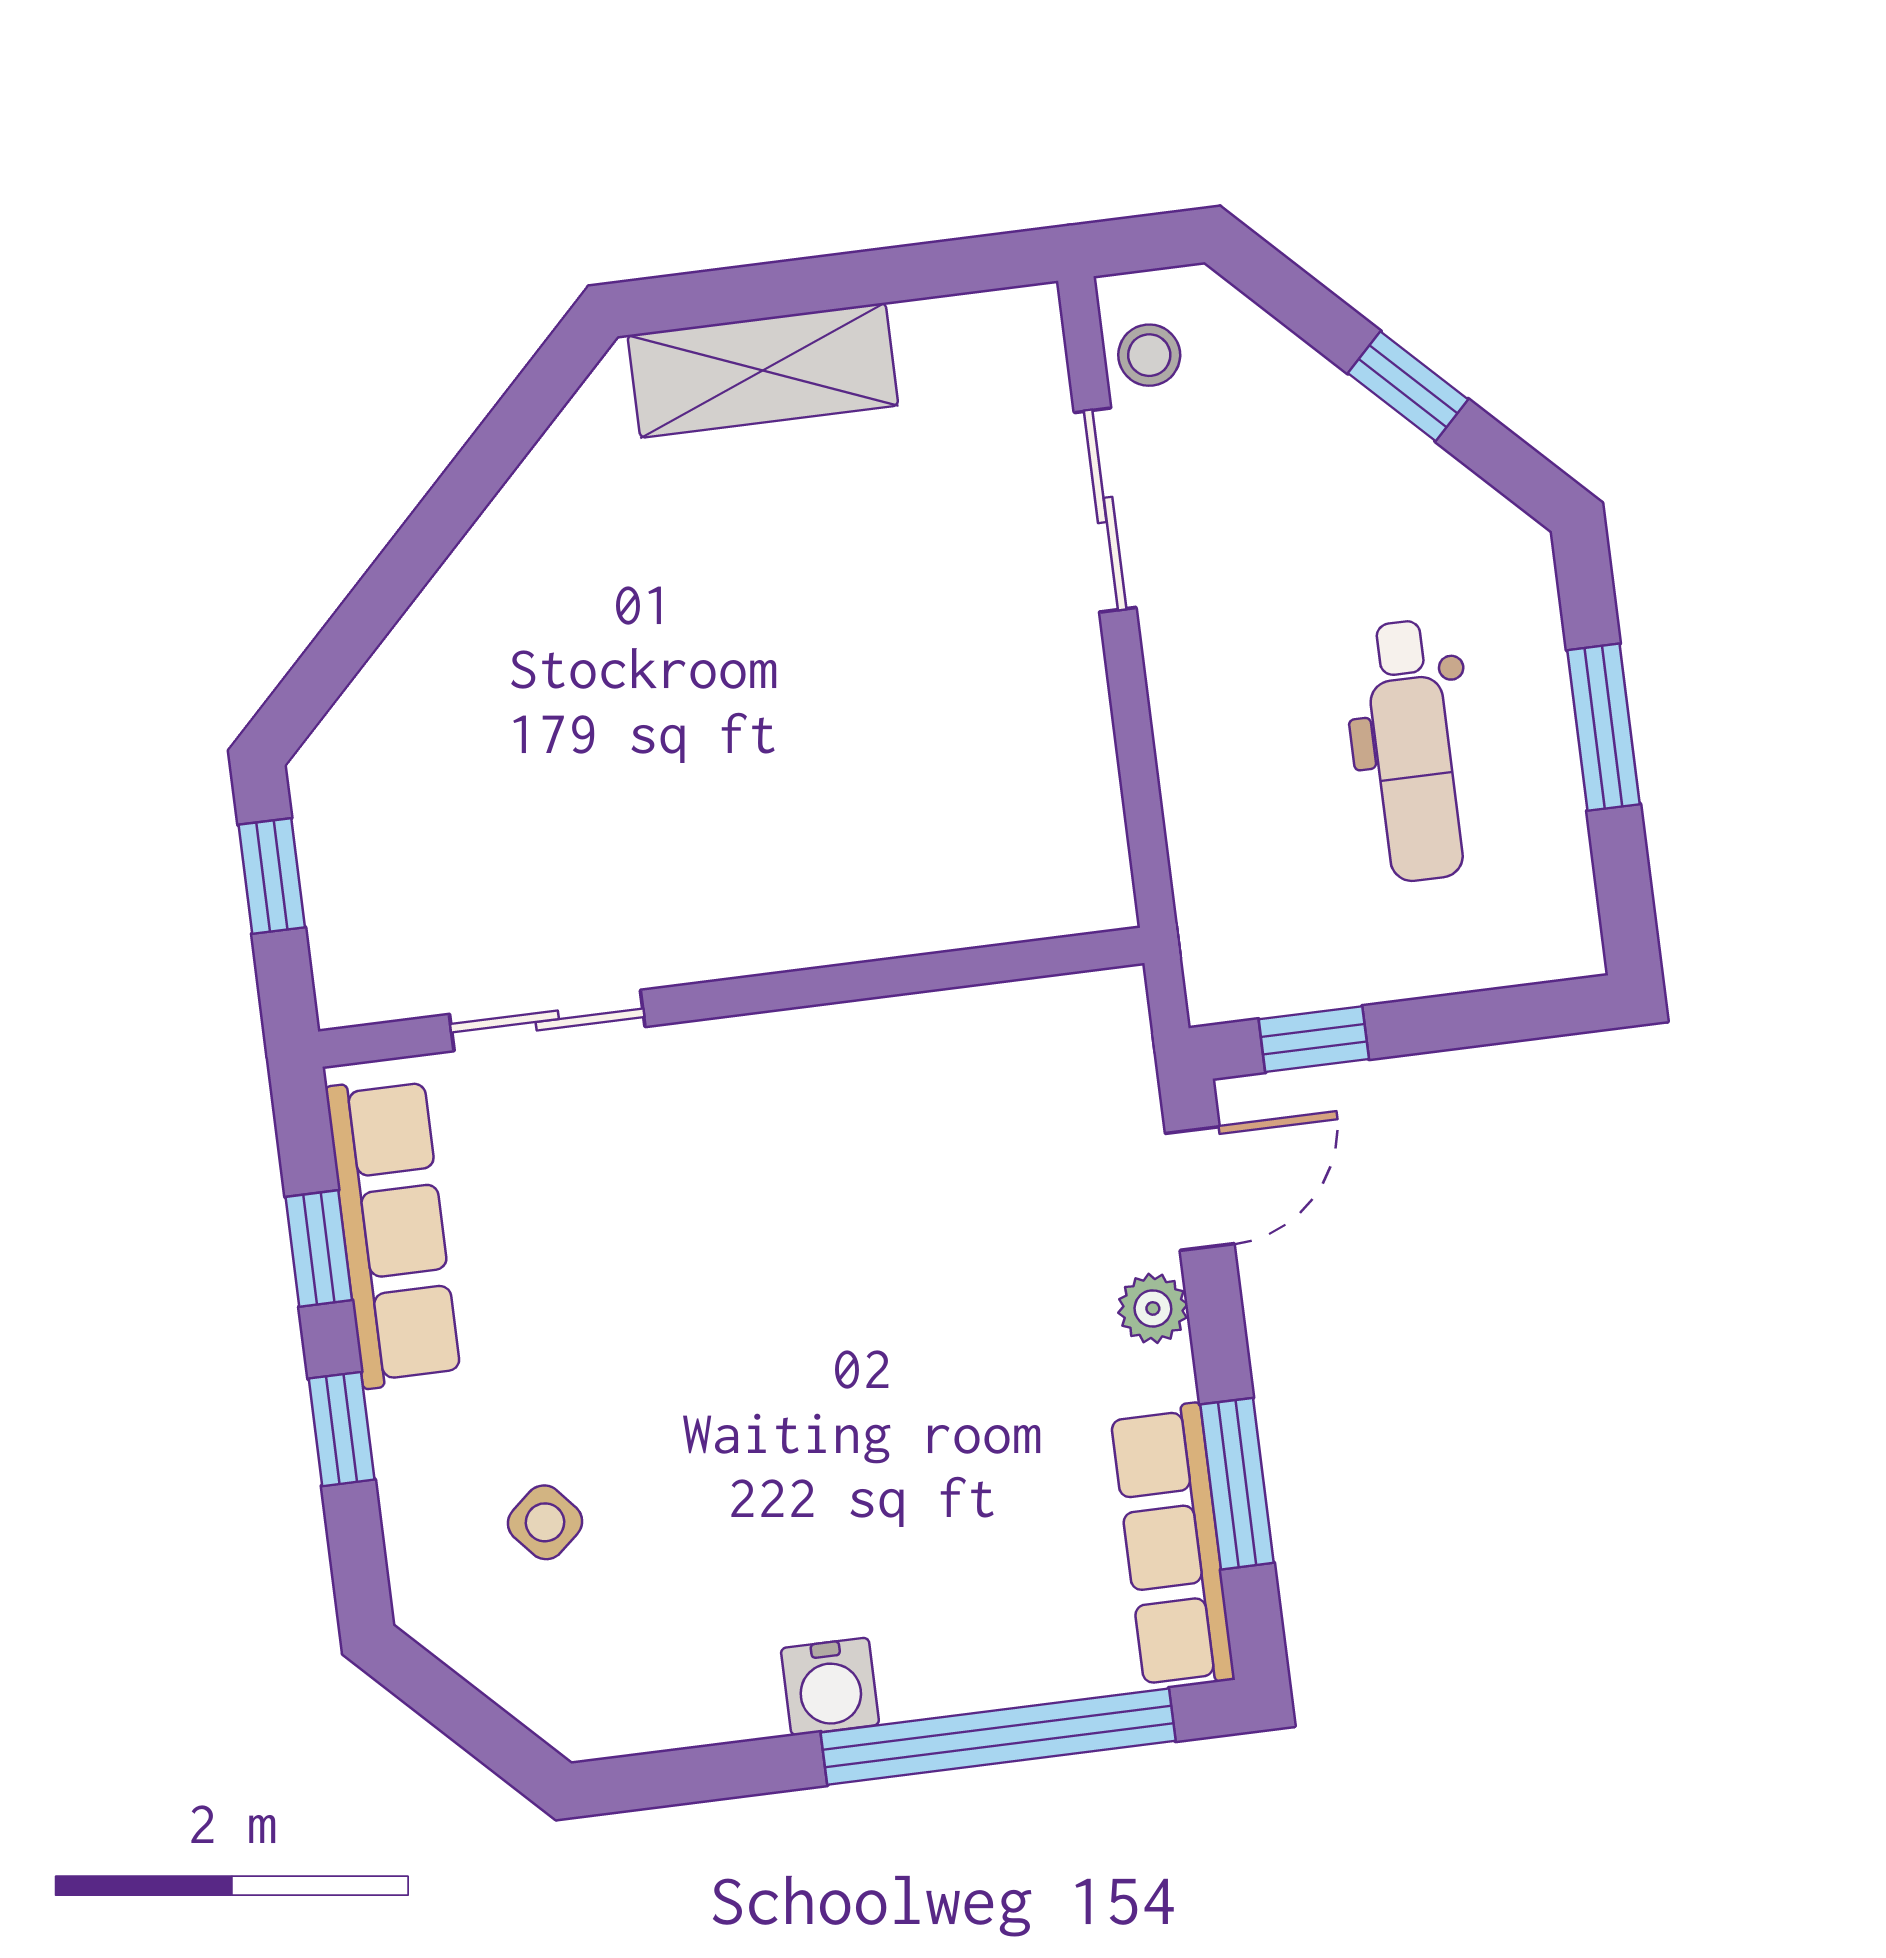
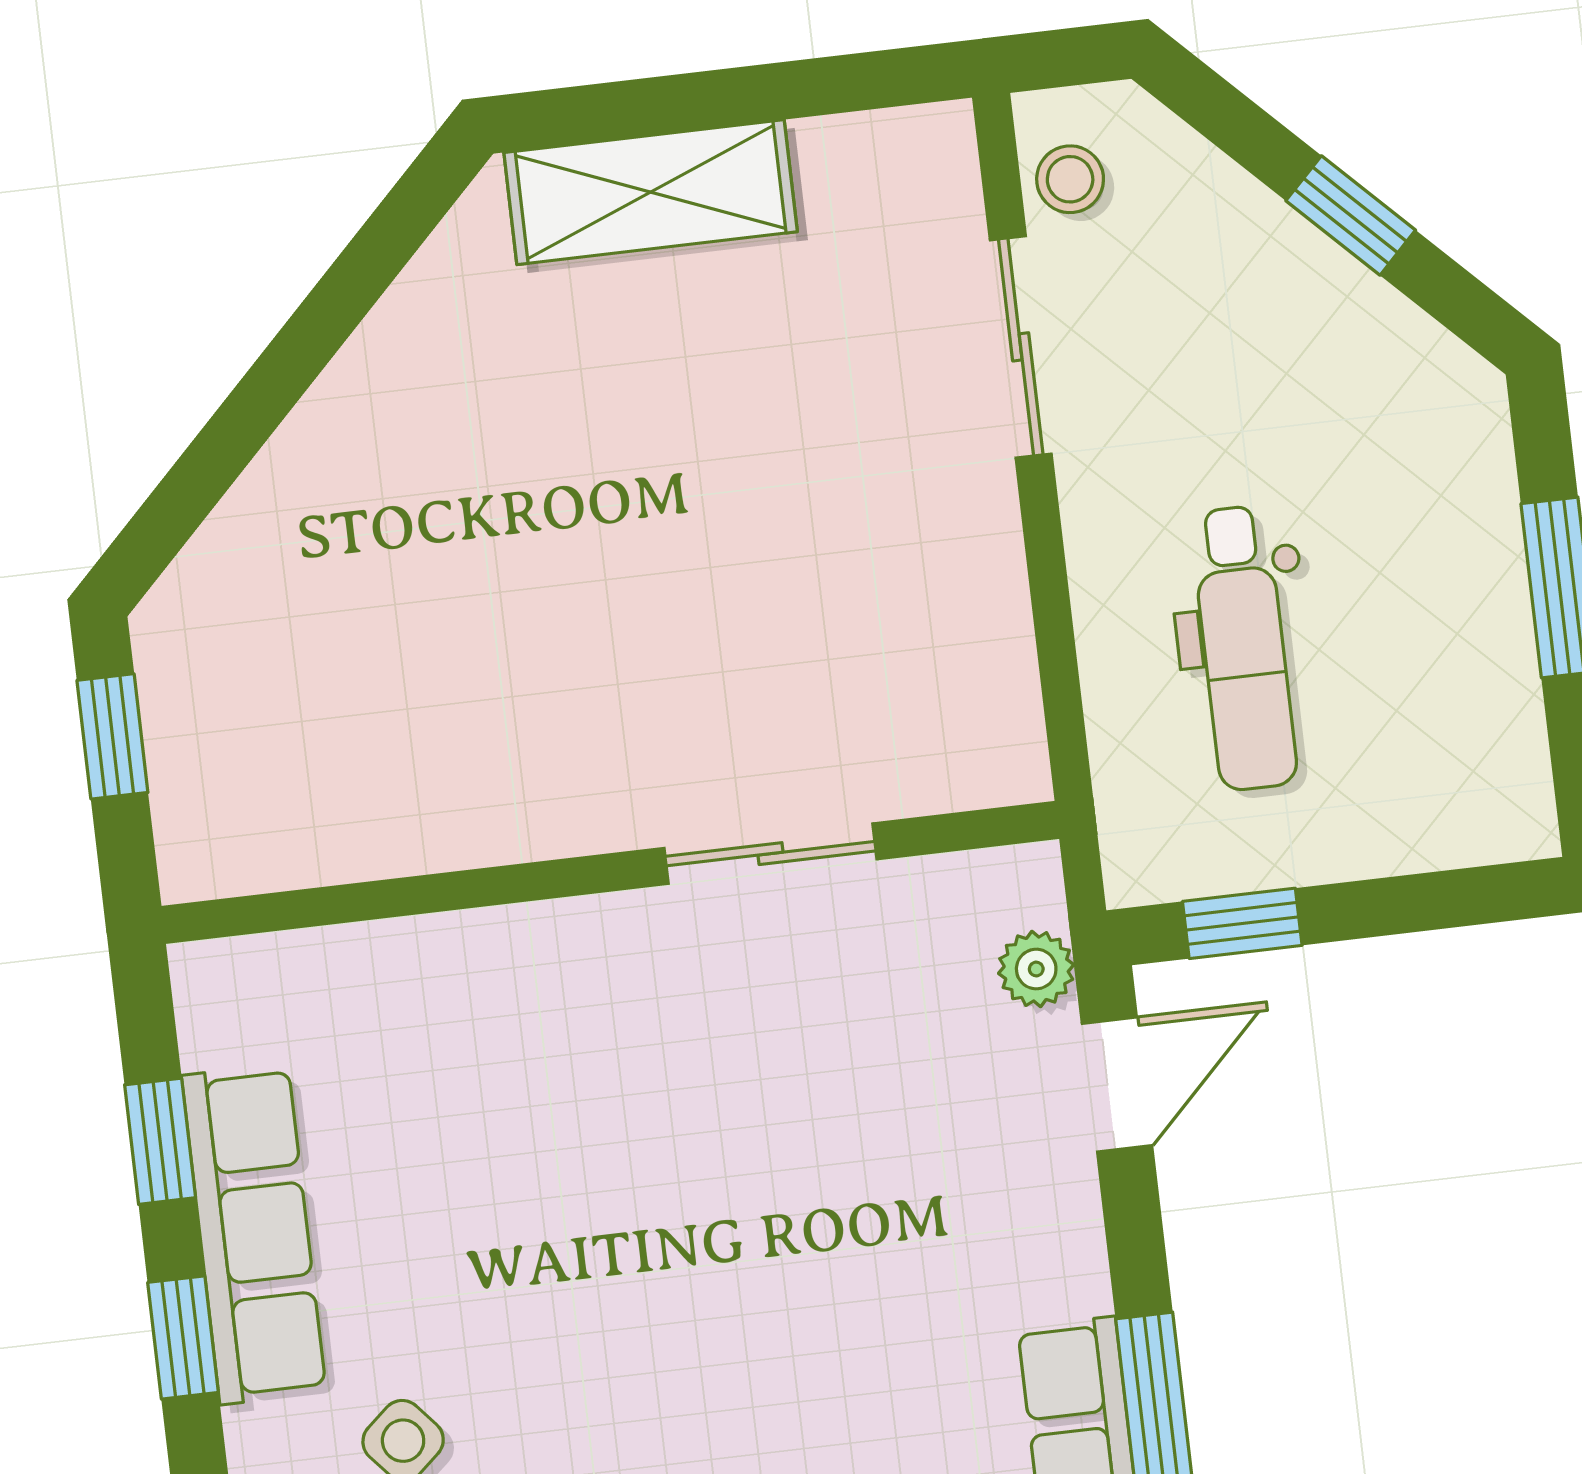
dental chair: (1413, 751) -> (1244, 648), moved
sliding door: (547, 1020) -> (770, 854), moved
row of seats: (393, 1232) -> (254, 1234), moved
plant: (1153, 1308) -> (1036, 969), moved

